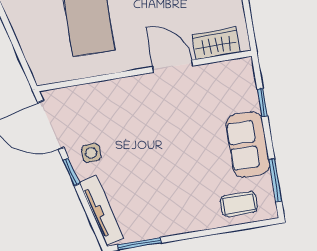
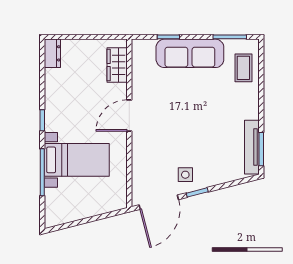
door: (173, 66) -> (129, 116), moved
sofa: (248, 145) -> (190, 53), width x1.36
tv unit: (101, 210) -> (252, 147), moved, turned -76

